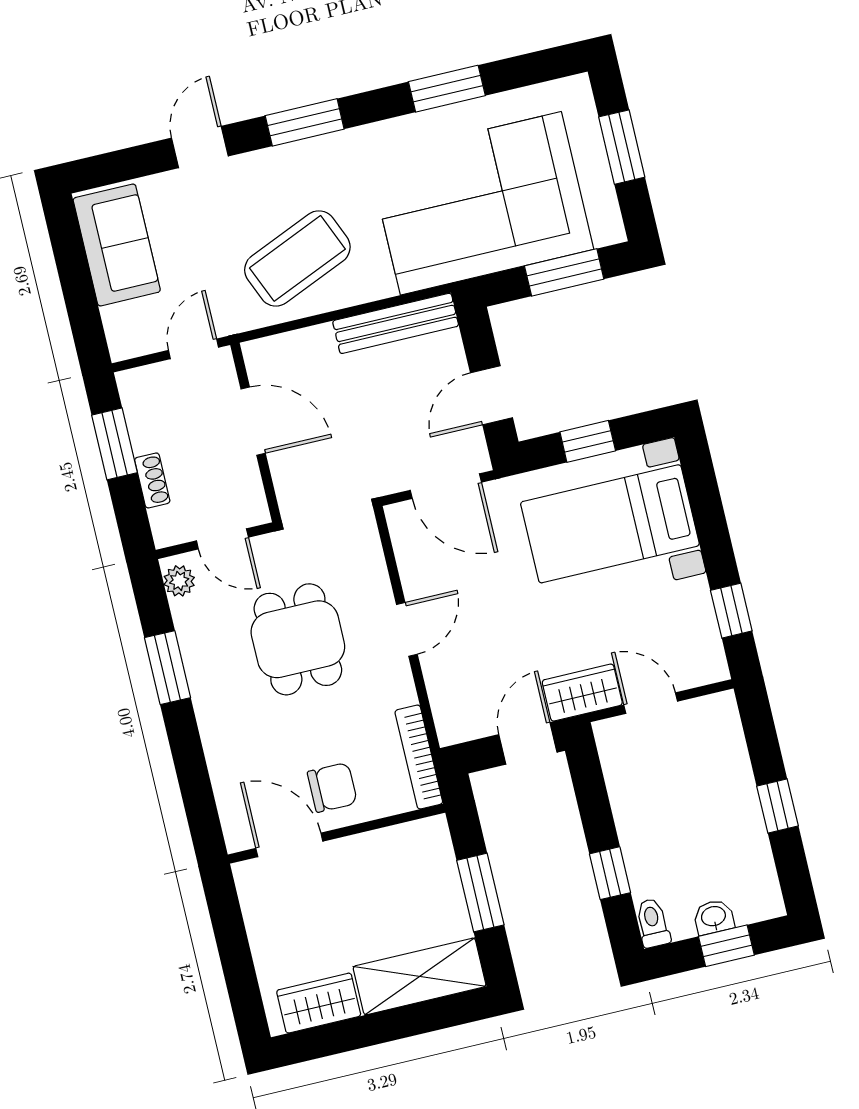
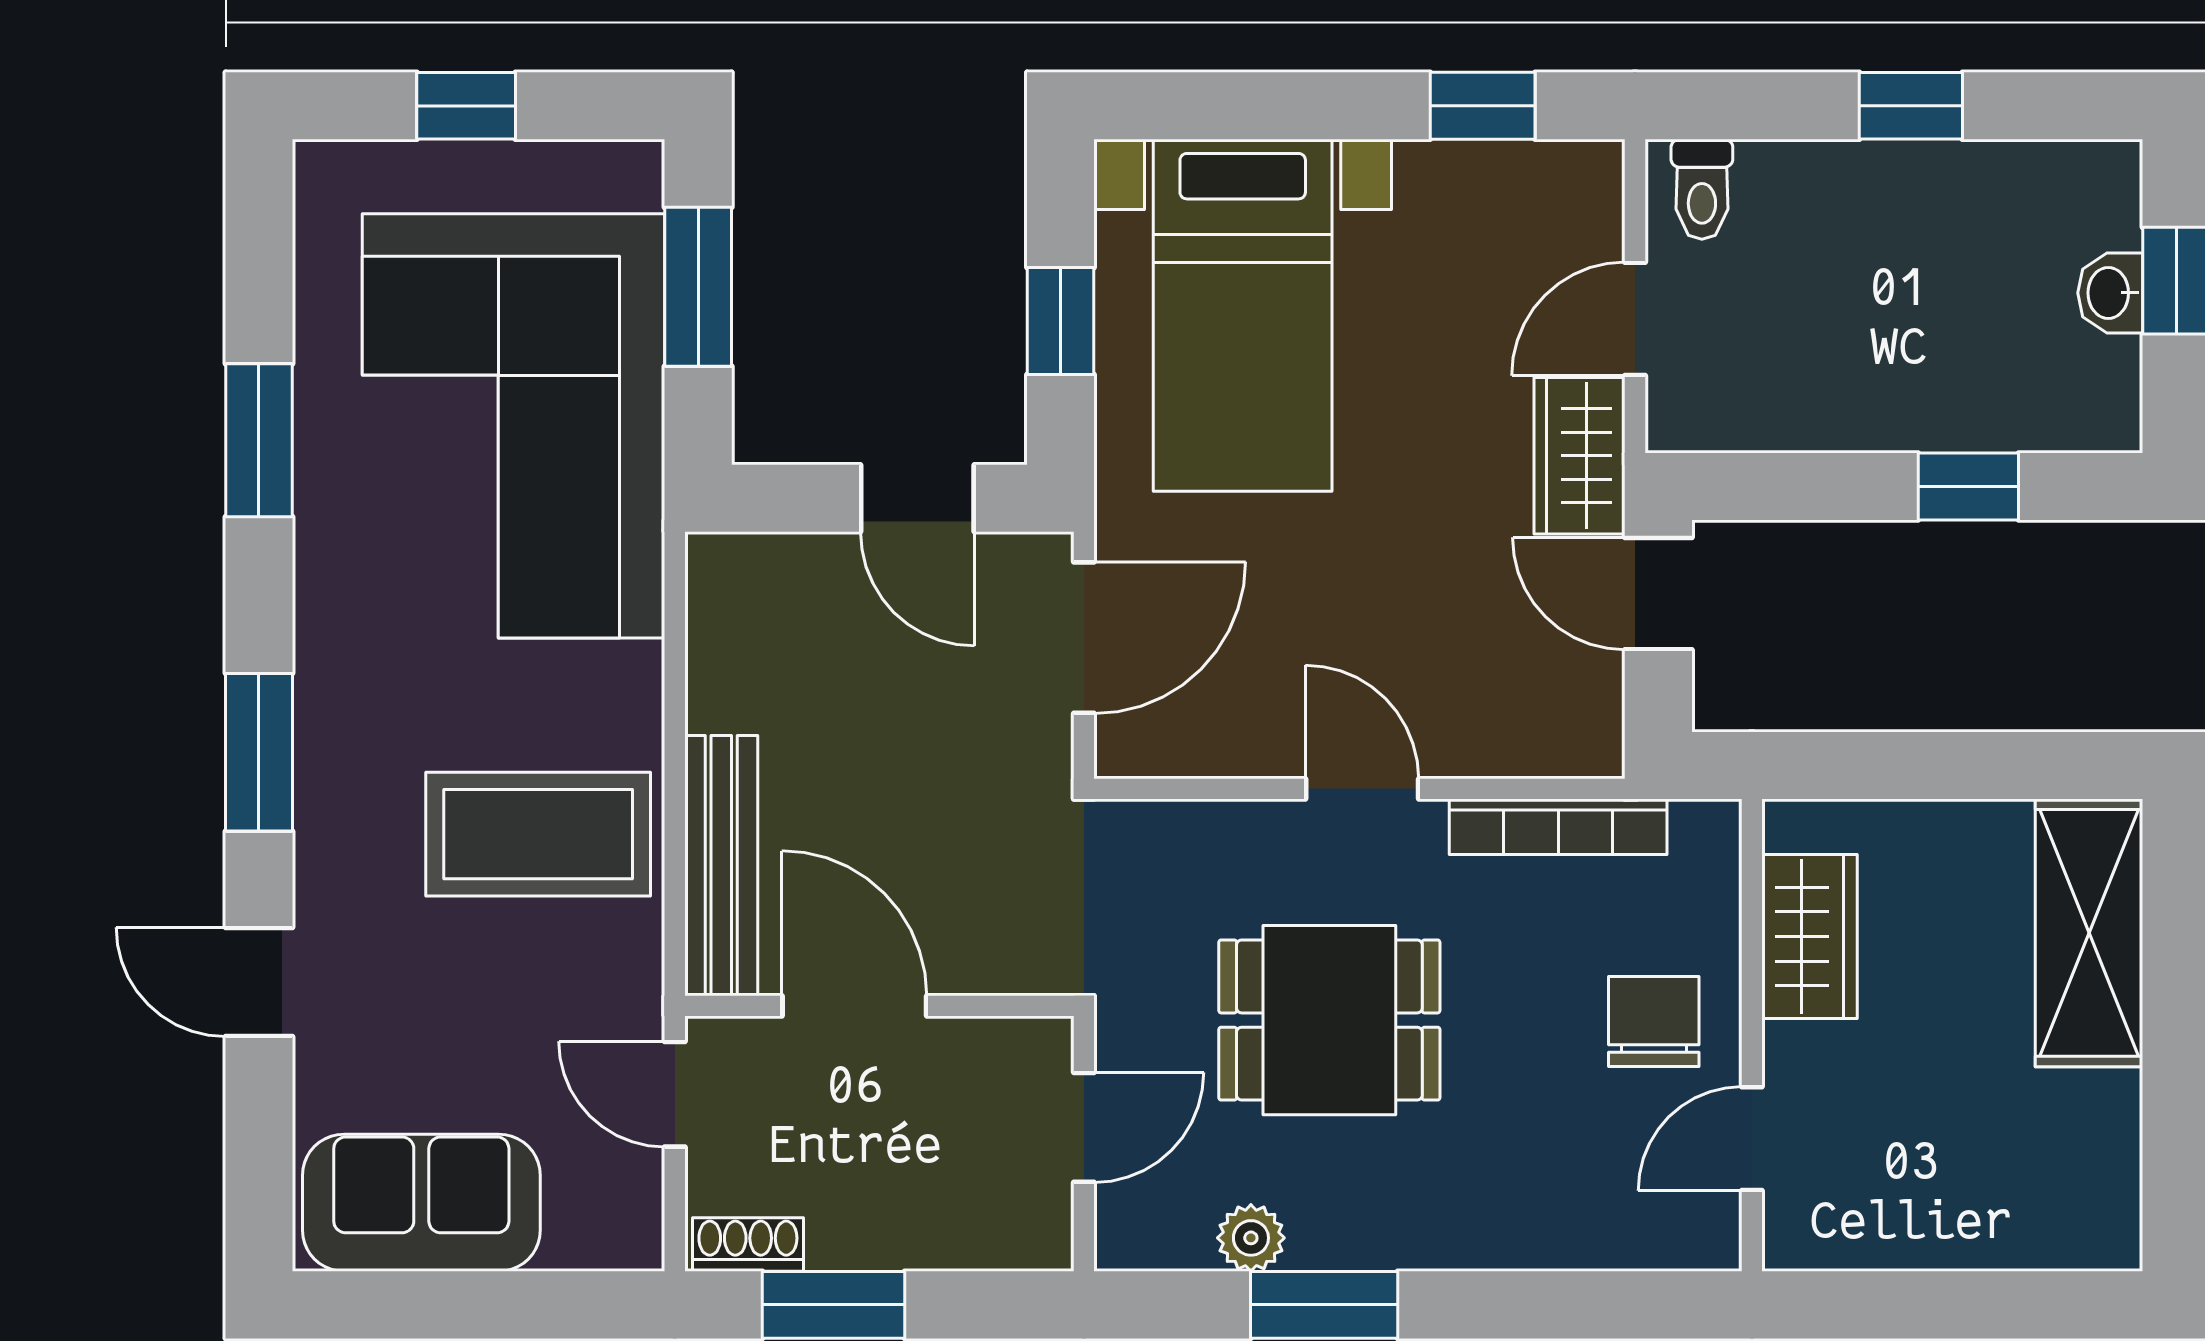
window: (622, 147) -> (466, 106), width x0.67
coffee table: (297, 258) -> (538, 834), turned -67
bench: (396, 323) -> (721, 866), moved
door: (253, 421) -> (854, 1006), hinge flipped
shoe rack: (152, 480) -> (748, 1245), moved
plant: (179, 581) -> (1251, 1238), moved
bookcase: (419, 757) -> (1558, 827), moved
door: (289, 845) -> (1752, 1139), width x0.73
window: (480, 893) -> (1945, 765), removed
toilet: (653, 923) -> (1702, 189), moved, turned -90
wardrobe: (319, 1003) -> (1810, 936), moved, turned 180

